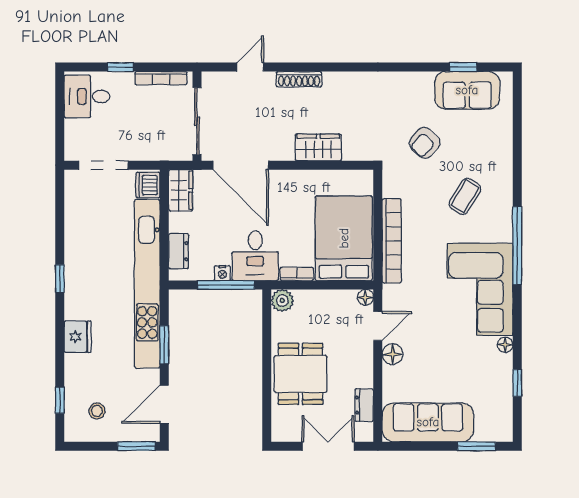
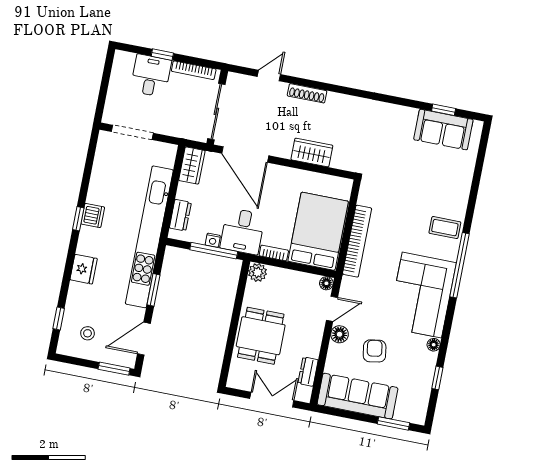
desk: (87, 96) -> (151, 76), moved, turned 90
armchair: (425, 143) -> (375, 351), moved, turned 129
dishwasher: (148, 185) -> (93, 216), moved, turned 180
coffee table: (465, 196) -> (445, 228), moved, turned 59

